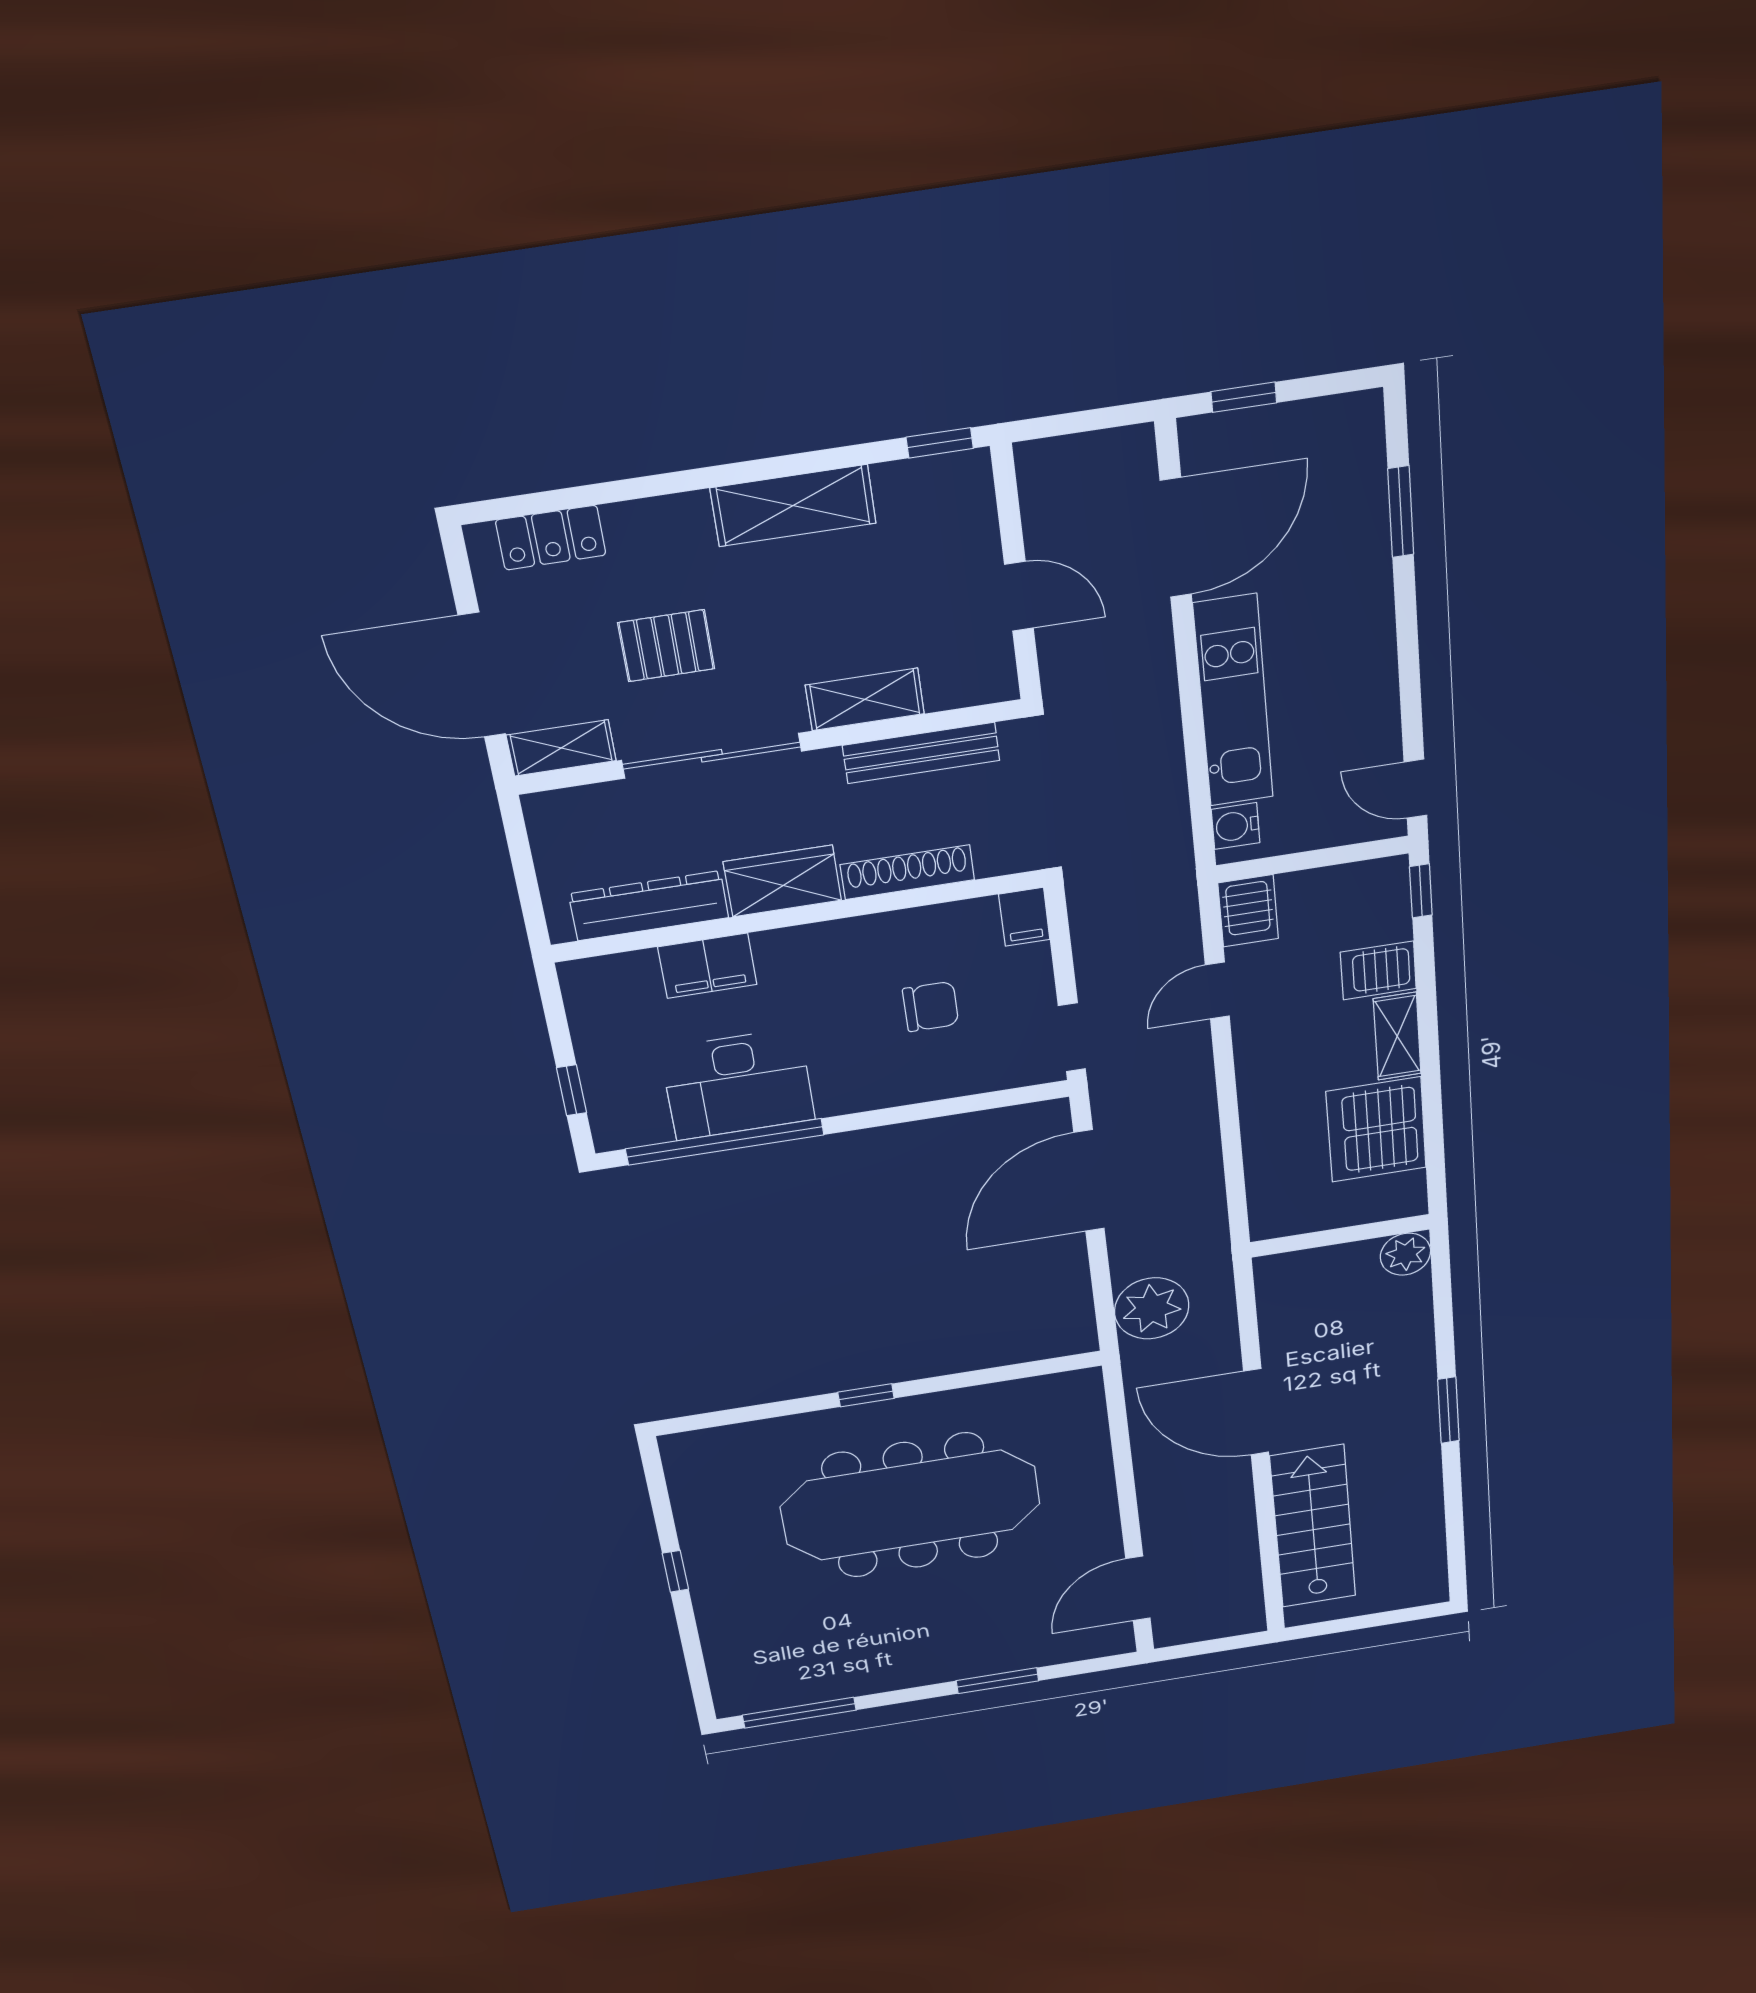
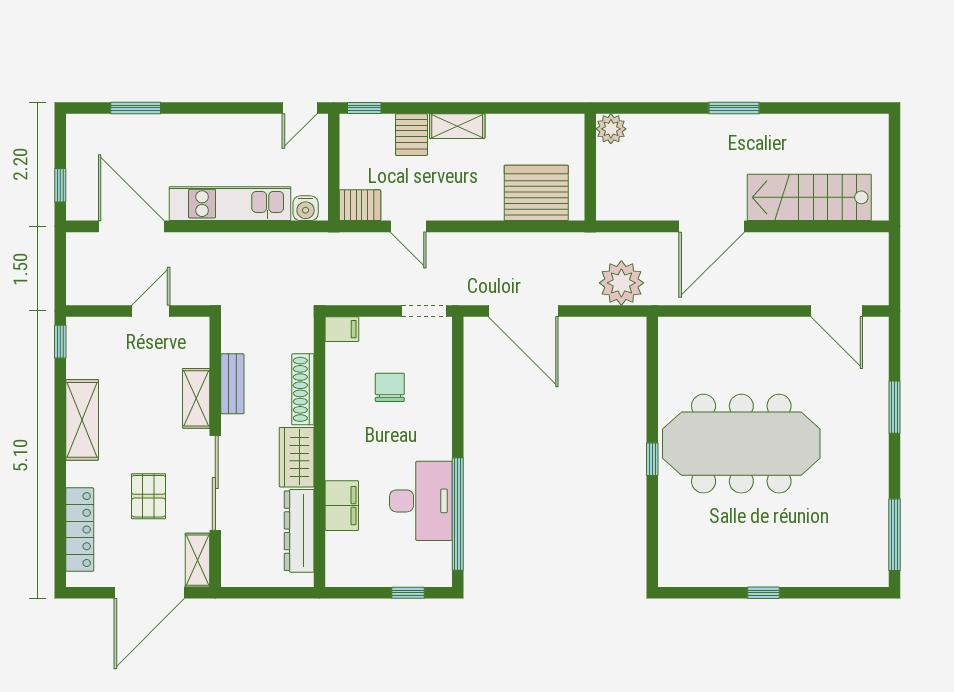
locker: (551, 538) -> (80, 530), width x1.53
bench: (921, 753) -> (232, 384), width x0.73
server rack: (1376, 1130) -> (536, 193), moved, turned 180
meeting table: (910, 1505) -> (741, 444), turned 90

